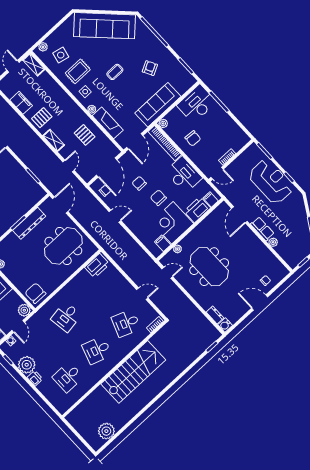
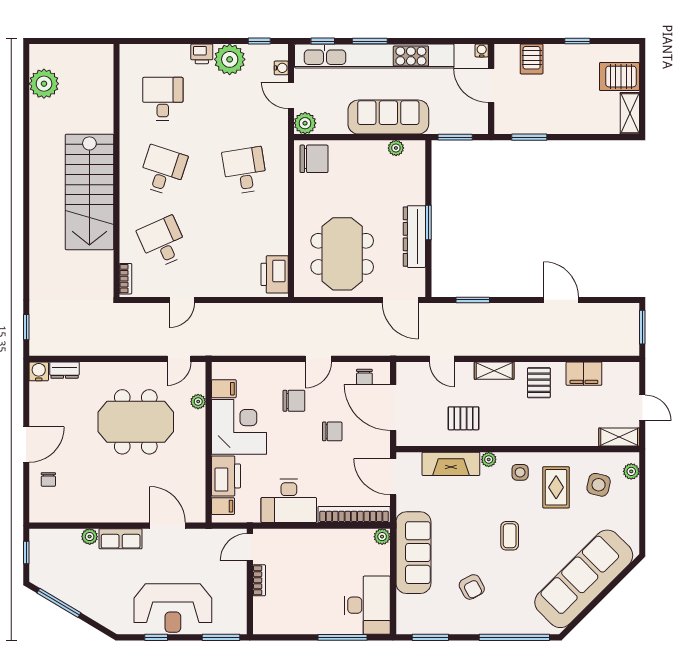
chair: (193, 138) -> (326, 558), removed
chair: (158, 198) -> (294, 401), moved
desk: (126, 323) -> (163, 242), turned -45

